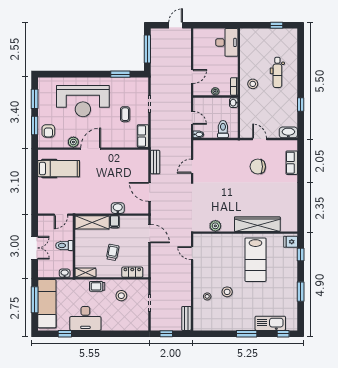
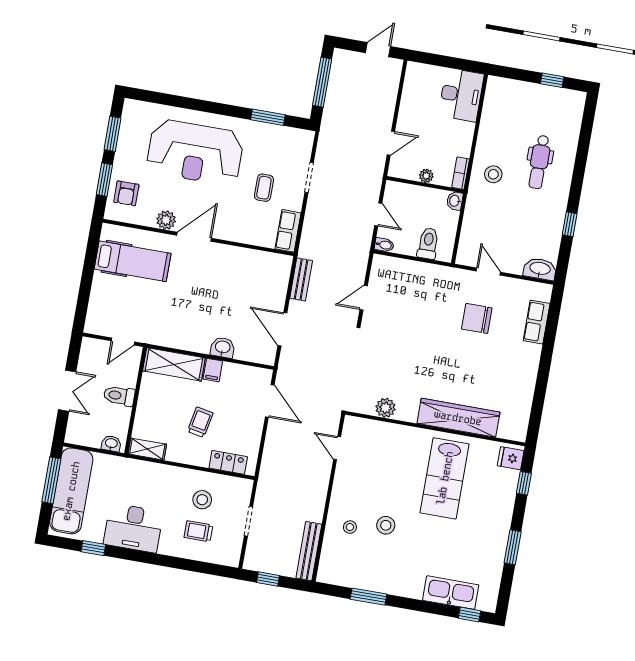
trolley: (97, 286) -> (198, 531), moved
bench: (186, 318) -> (309, 551), width x1.36
window: (247, 334) -> (368, 597), moved

